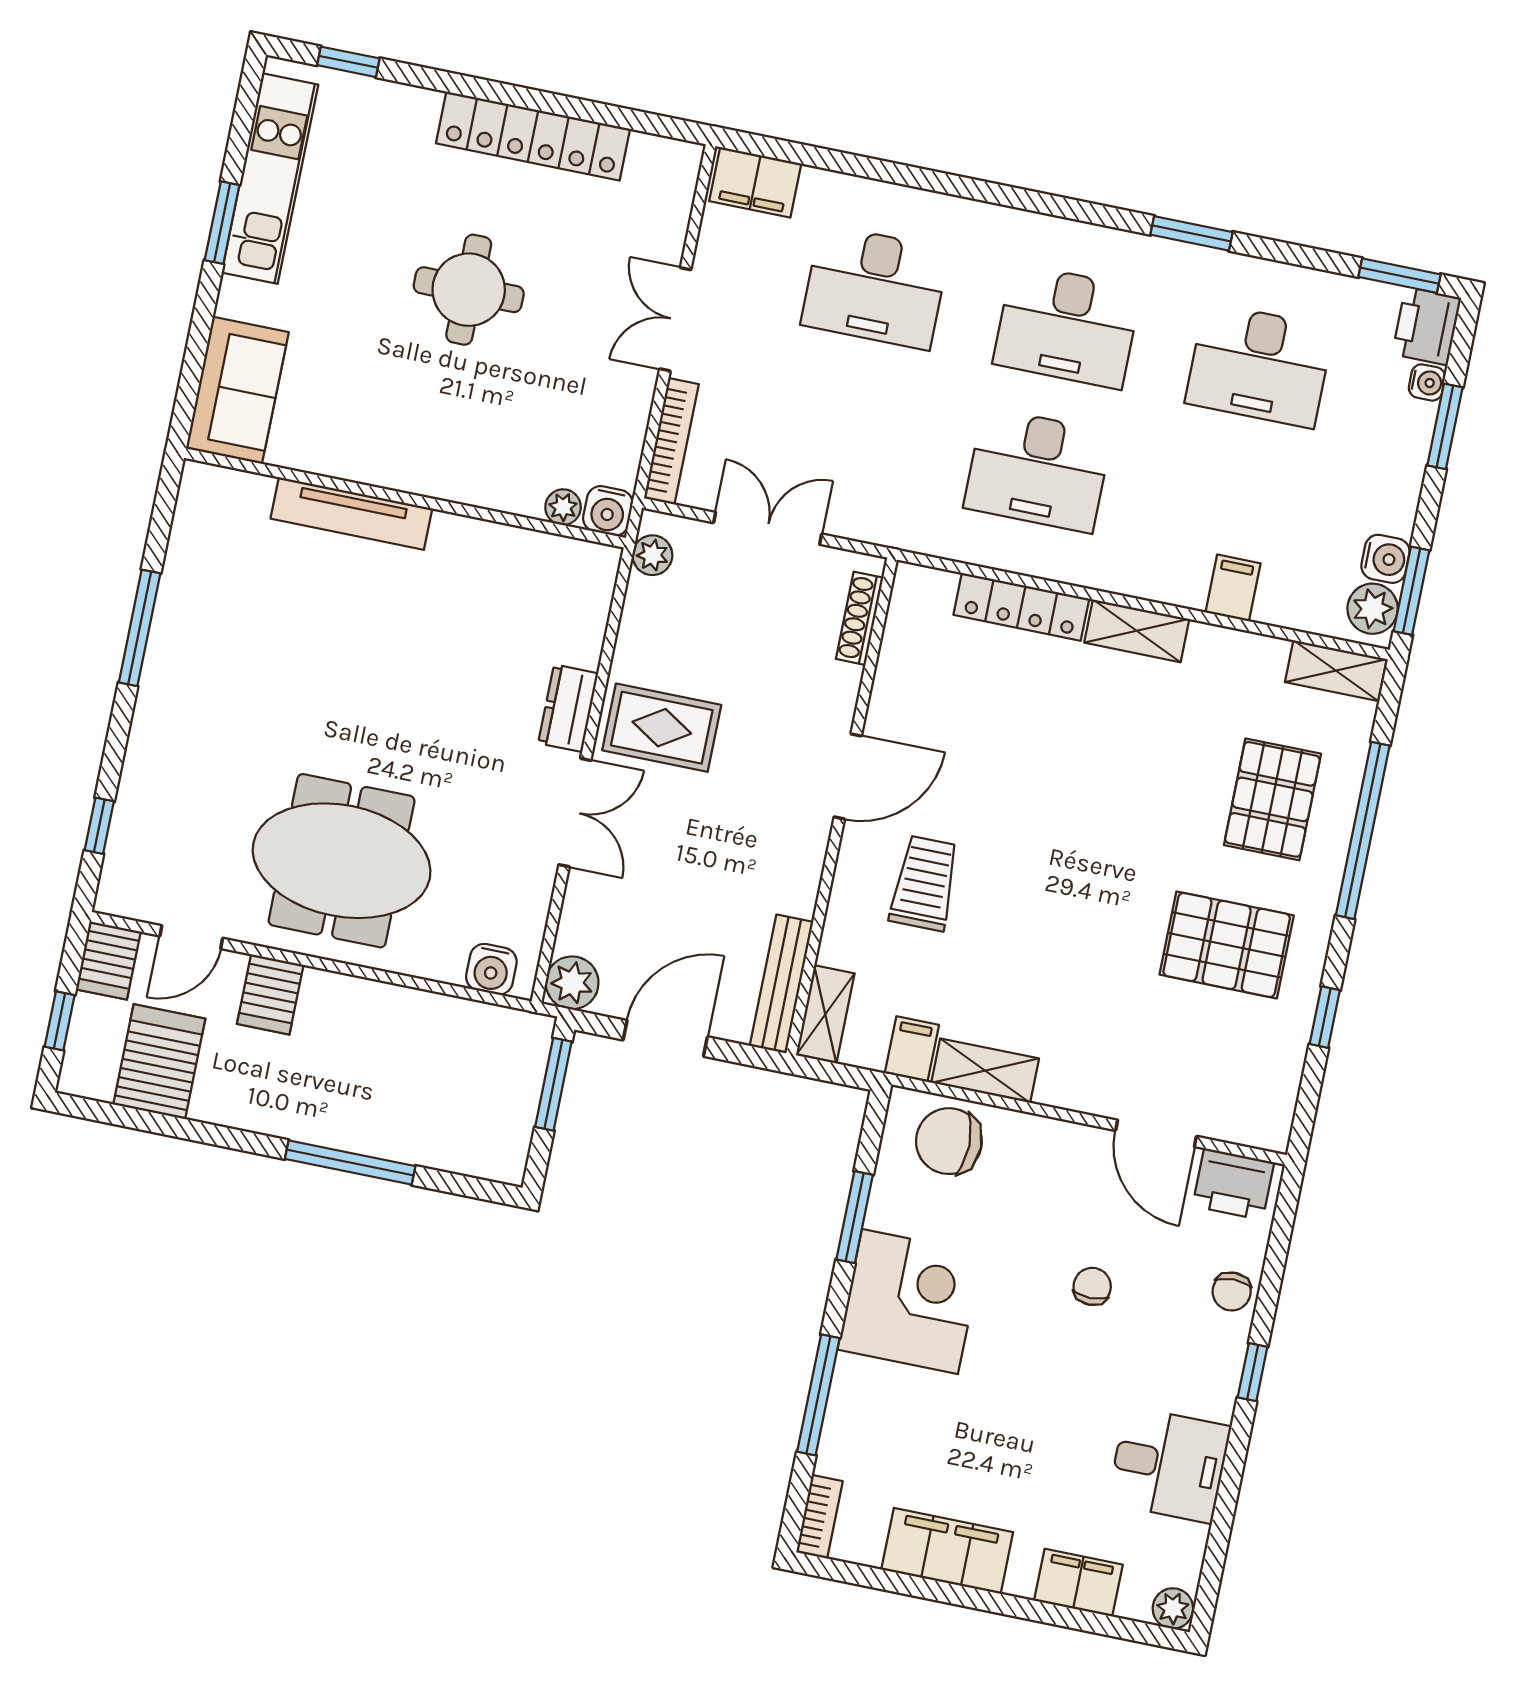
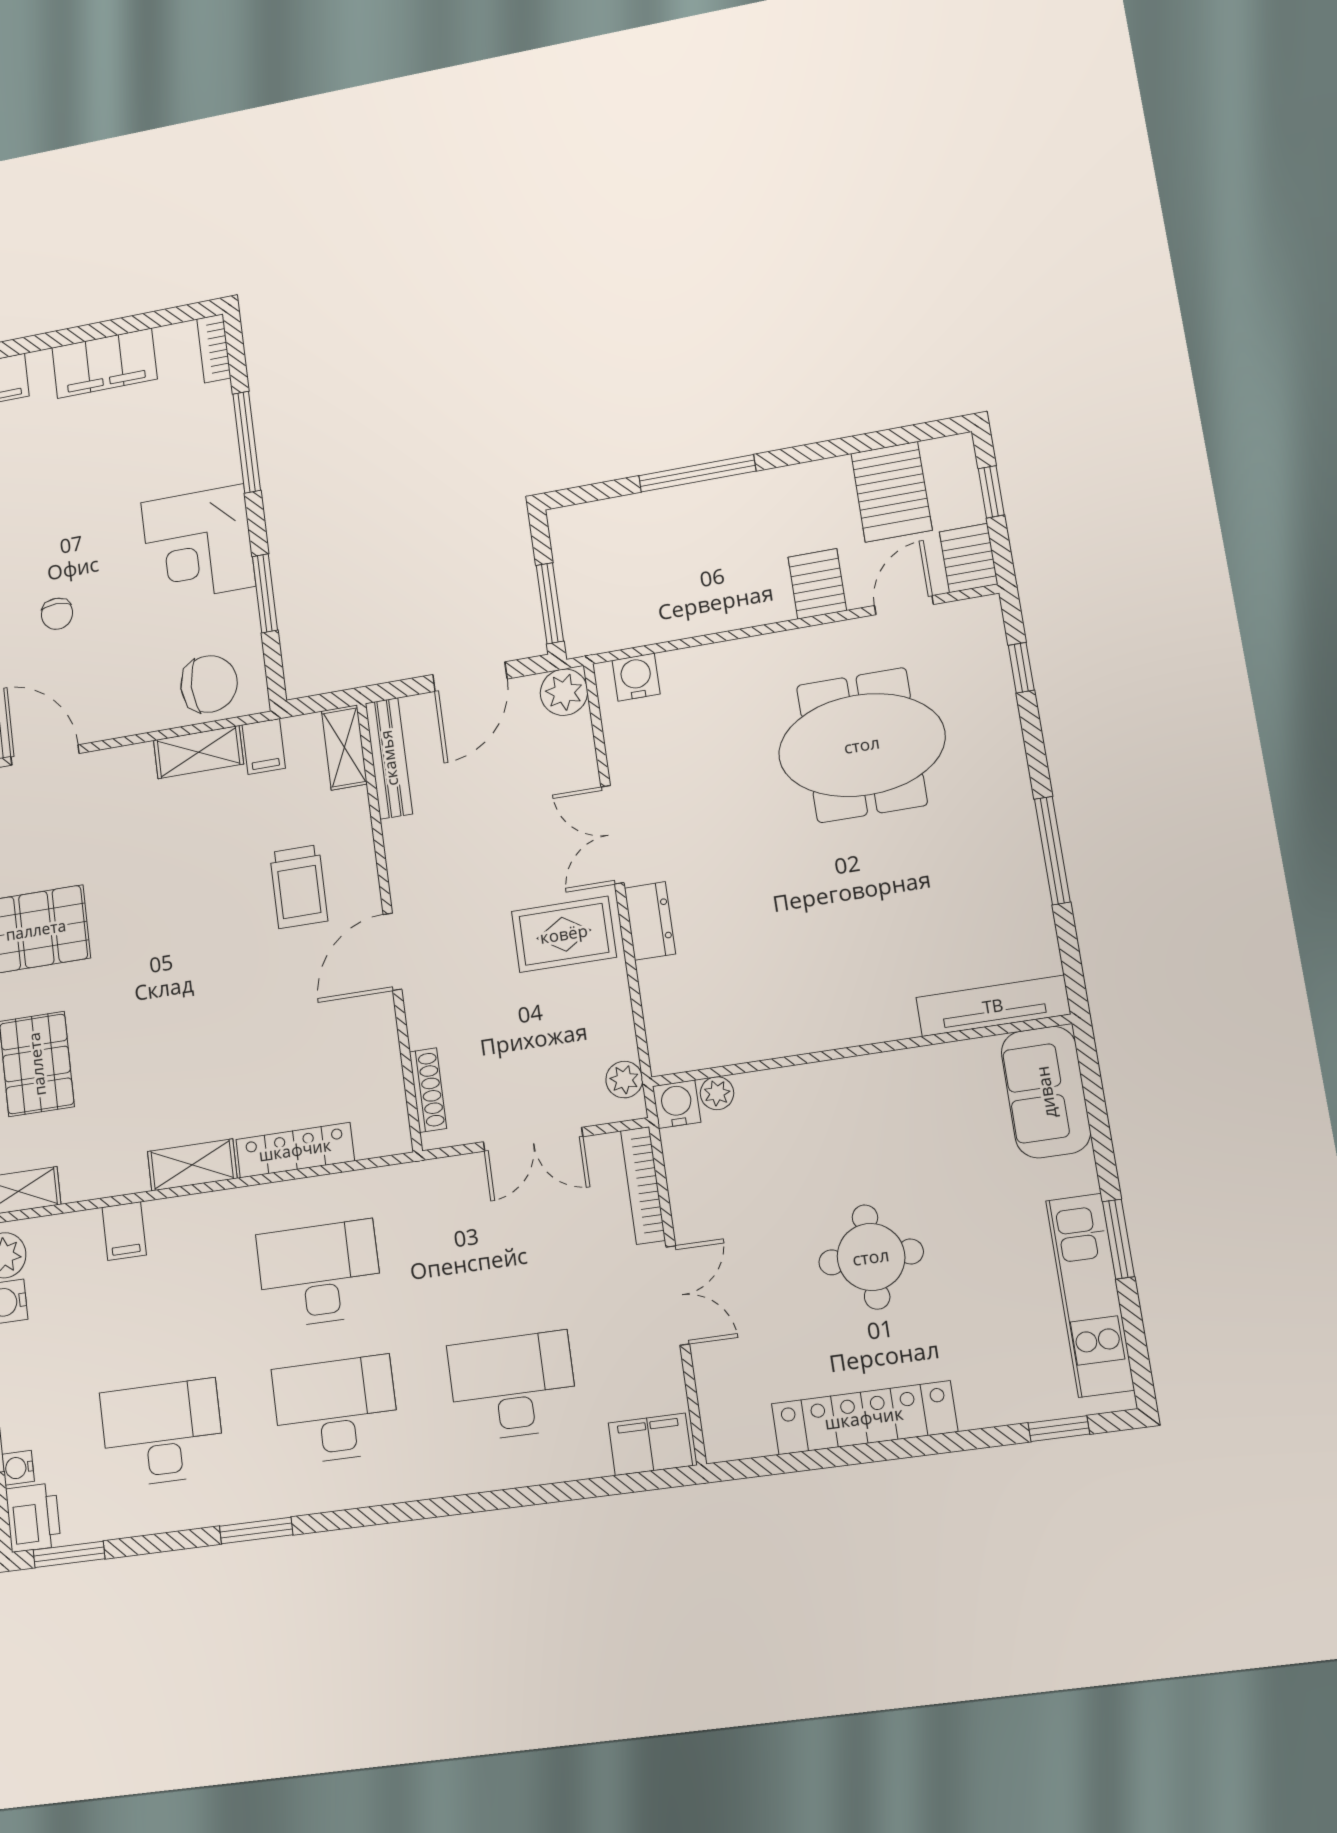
tv unit: (351, 514) -> (993, 1006), moved
meeting table: (342, 861) -> (862, 745), moved

